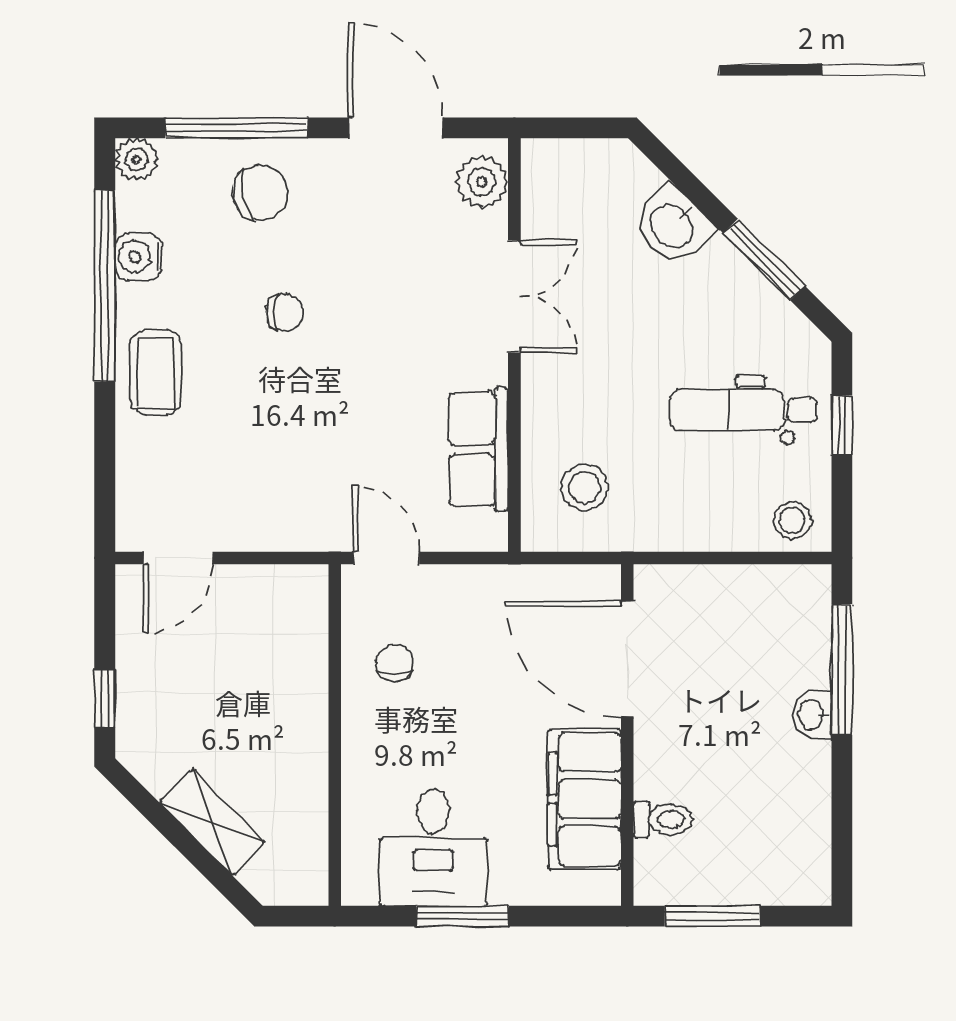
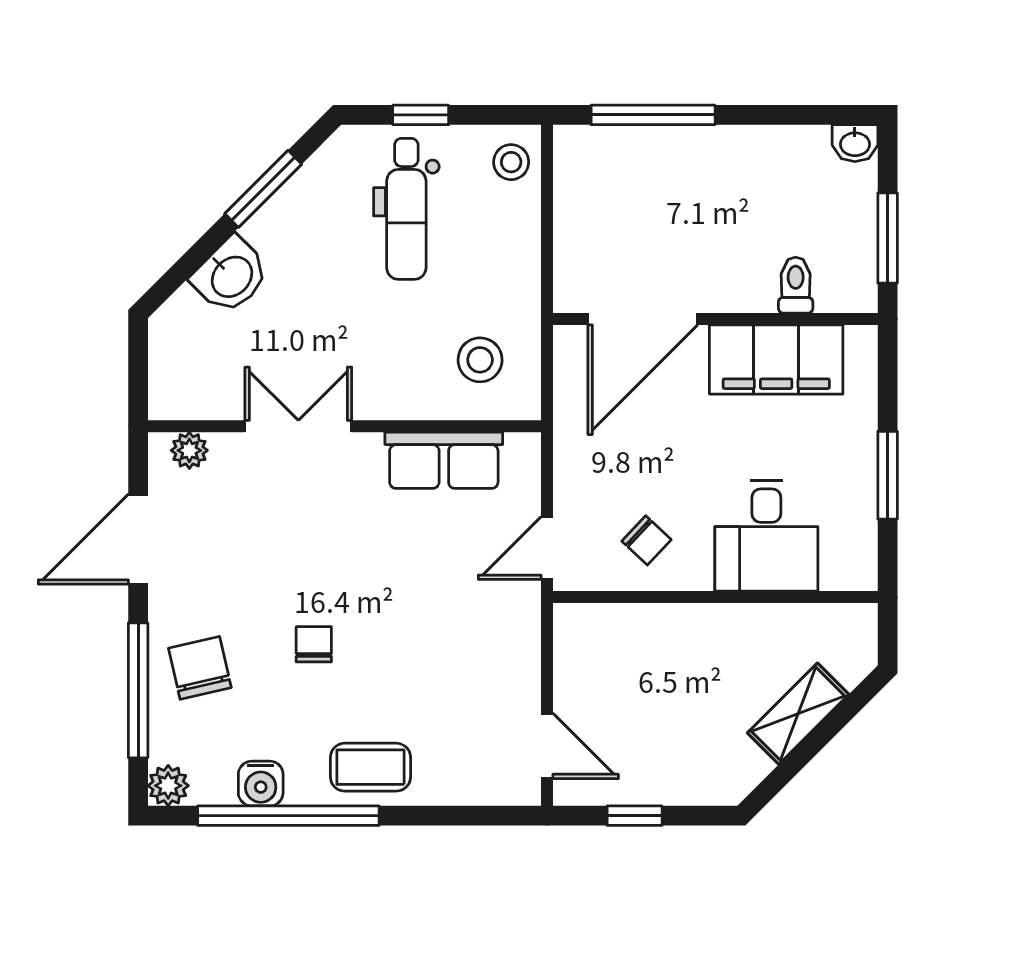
plant: (482, 182) -> (189, 450), width x0.73, depth x0.73
chair: (394, 663) -> (647, 540), turned -137
window: (105, 699) -> (635, 816), moved
washbasin: (812, 715) -> (855, 143), moved
desk: (433, 847) -> (766, 536), moved, turned 90

